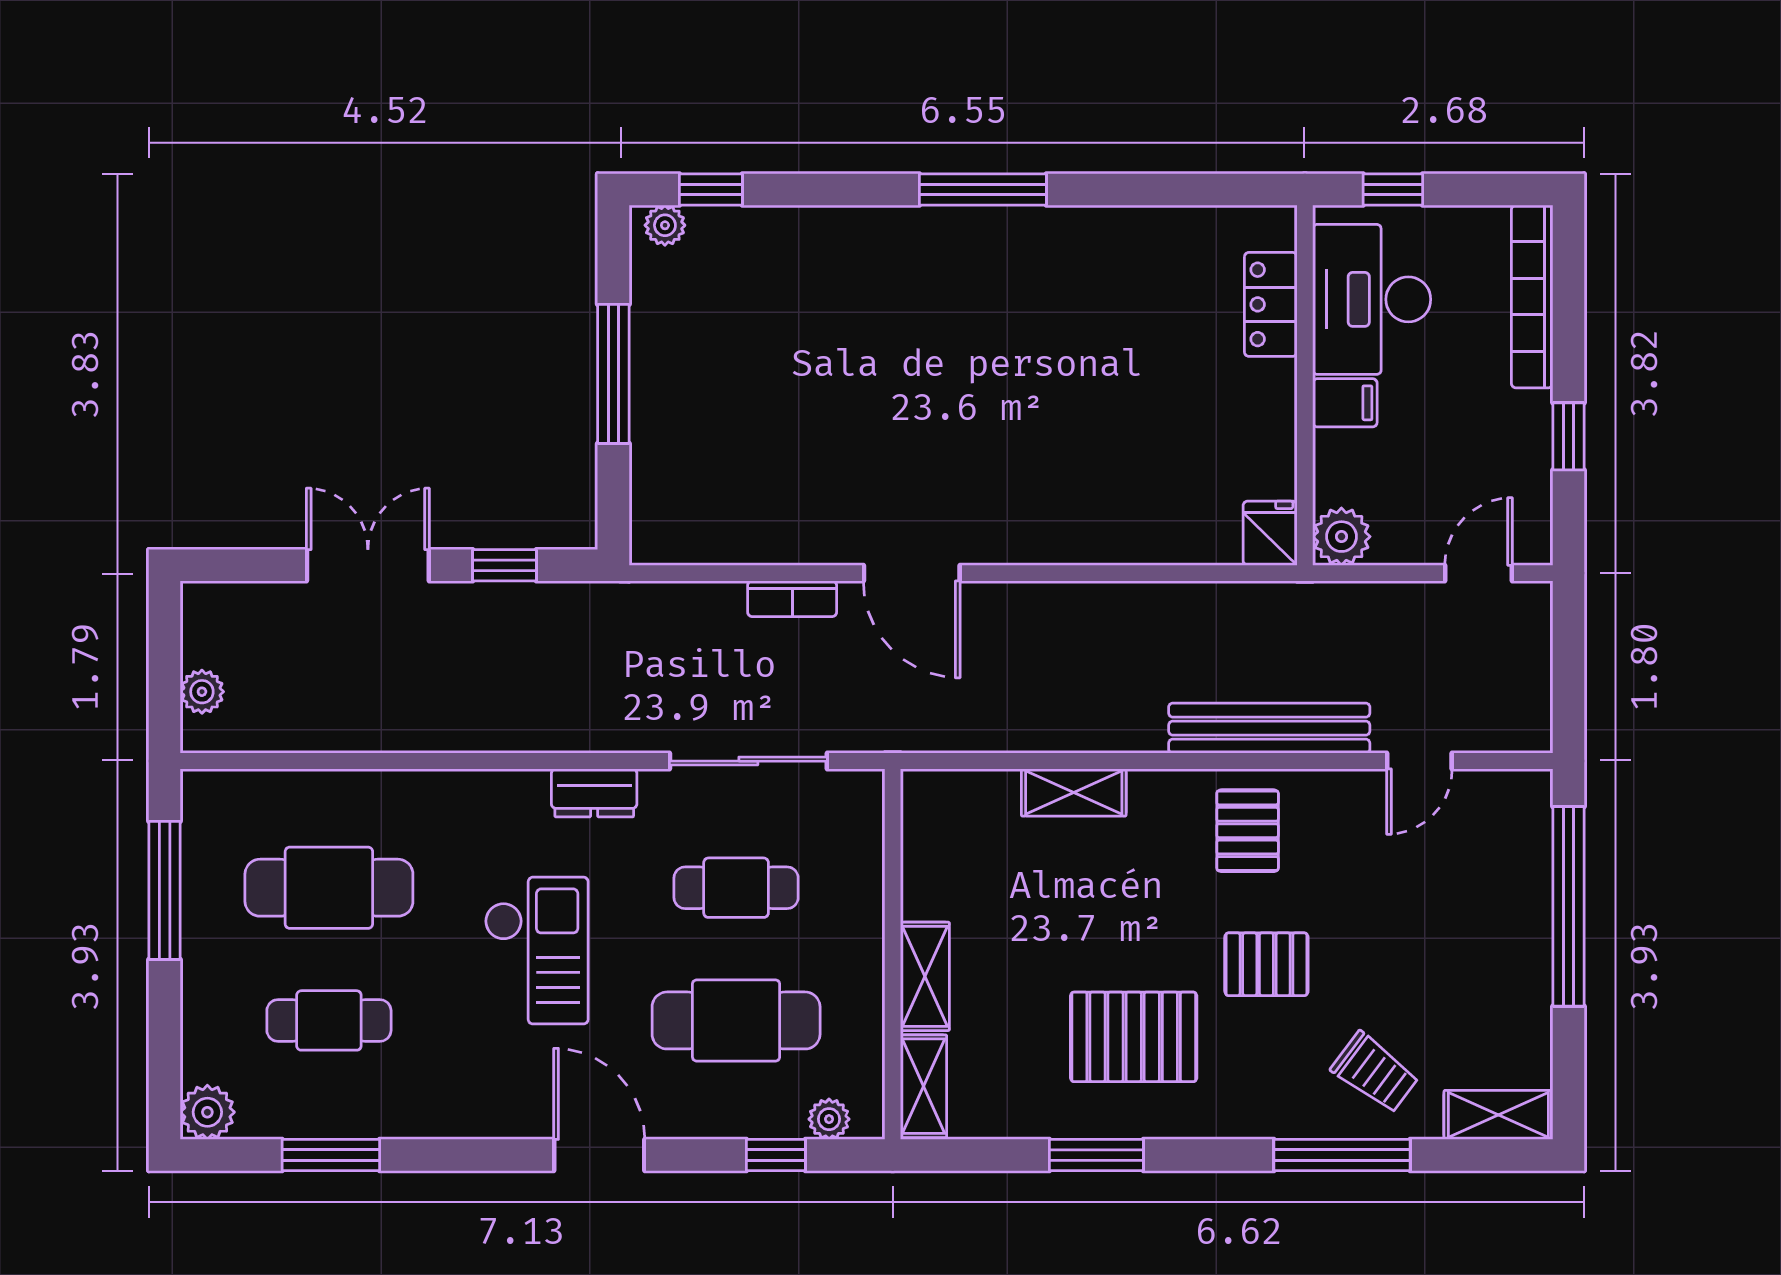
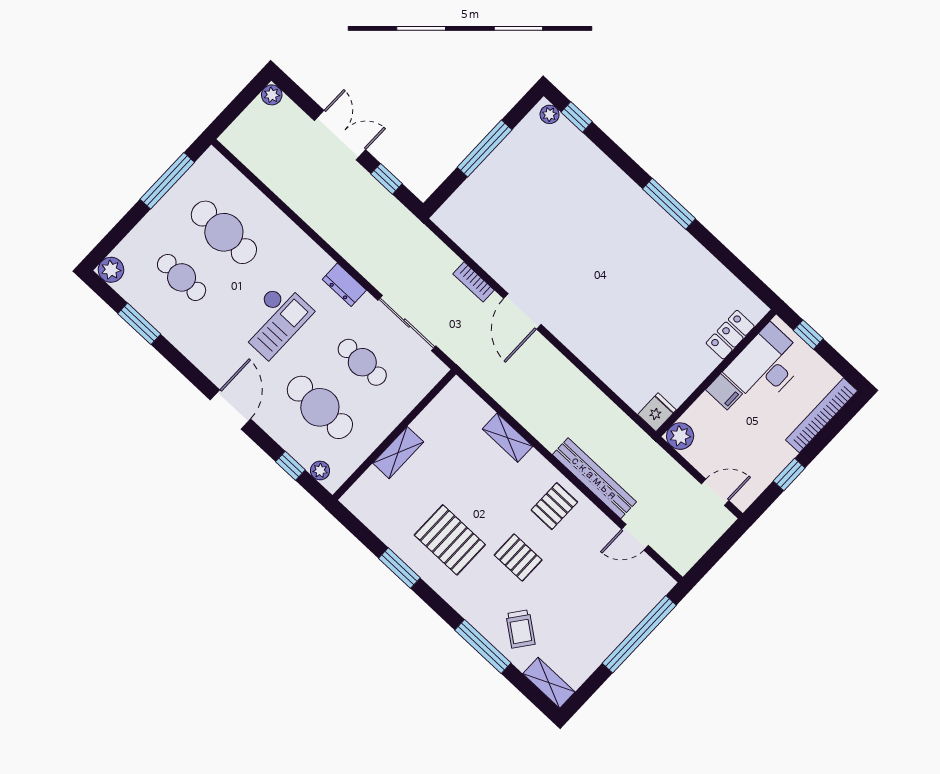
plant: (202, 692) -> (272, 95), moved
shelving: (924, 1086) -> (363, 489), removed

